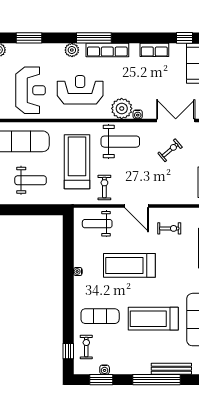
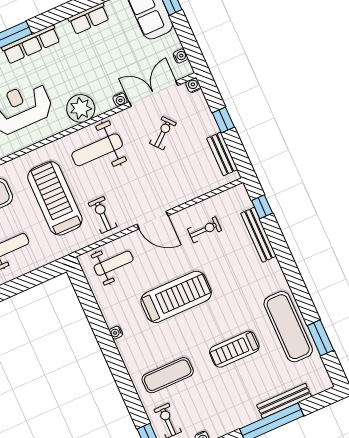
water cooler: (138, 114) -> (120, 100), moved
weight bench: (120, 142) -> (97, 150), turned 180
weight bench: (97, 224) -> (114, 263), turned 180
treadmill: (129, 265) -> (176, 297), turned 180
treadmill: (153, 319) -> (234, 349), width x0.73, depth x0.73

